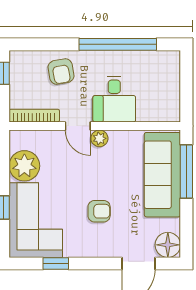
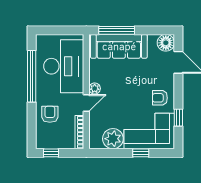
armchair: (61, 72) -> (50, 114), turned -80
desk: (114, 99) -> (64, 66), width x1.87, depth x1.30
armchair: (99, 211) -> (160, 98), moved, turned -90

